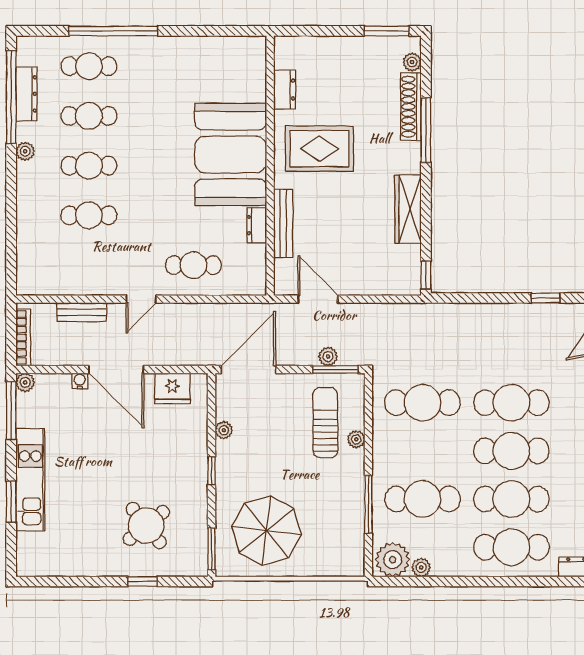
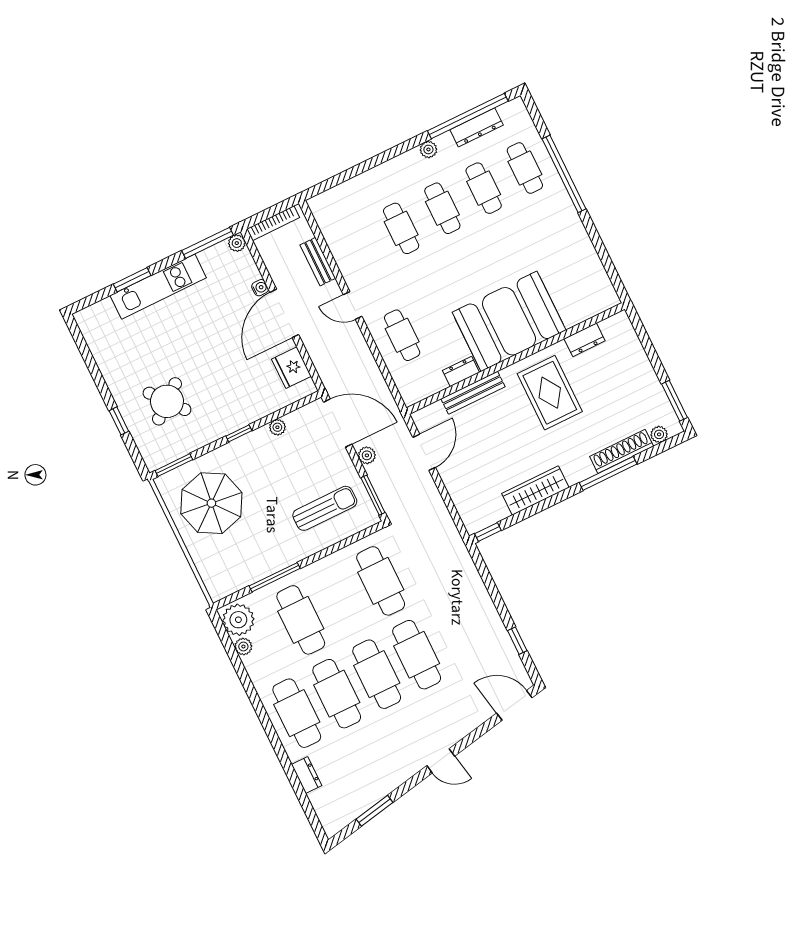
plant: (328, 356) -> (367, 455), moved
plant: (356, 439) -> (323, 541), removed

